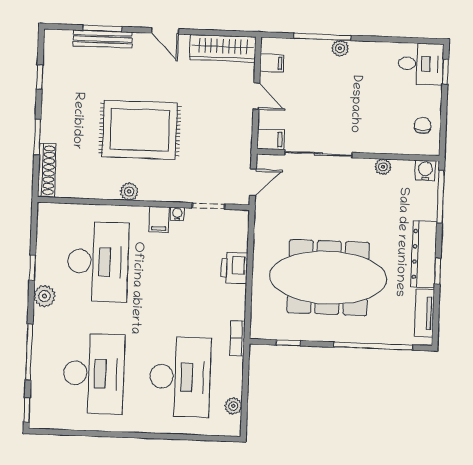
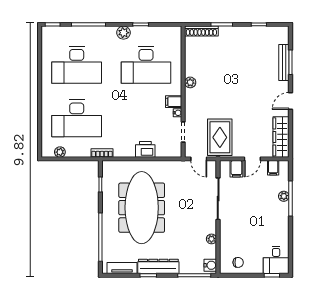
plant: (340, 48) -> (284, 196), moved
rug: (140, 130) -> (220, 137), moved, width x0.73, depth x0.69
filing cabinet: (271, 139) -> (236, 169), moved

